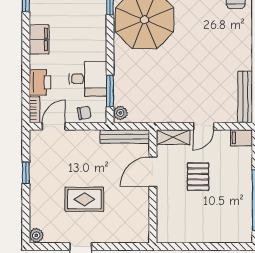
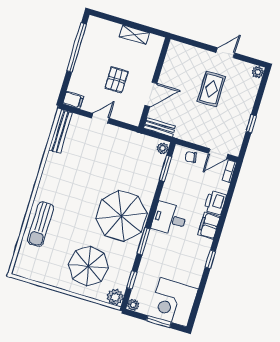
desk: (88, 79) -> (169, 219), moved
printer: (40, 82) -> (215, 203), moved
bench: (125, 137) -> (160, 127), width x0.73
shelving: (173, 137) -> (134, 35), moved
rug: (84, 199) -> (211, 89), turned 90

